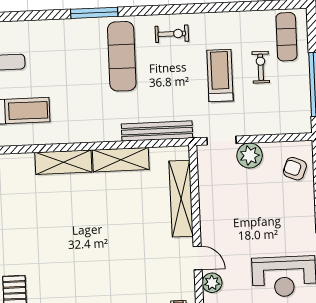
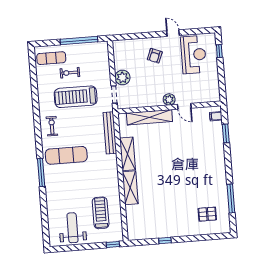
treadmill: (220, 76) -> (76, 97), width x1.37, depth x1.38
armchair: (295, 169) -> (155, 56), moved
door: (198, 258) -> (184, 106), swing flipped
plant: (212, 283) -> (169, 99), moved

